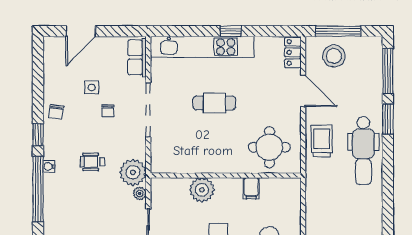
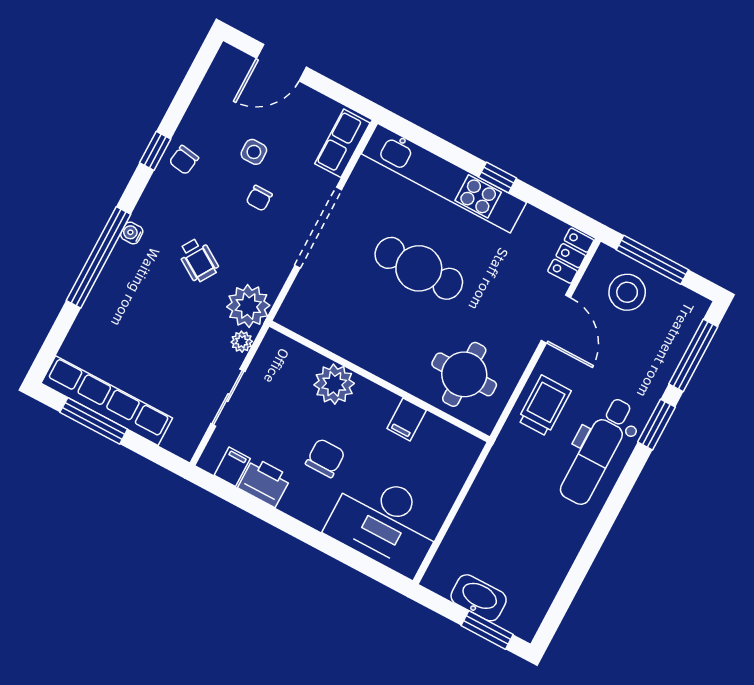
cafe table: (214, 103) -> (419, 268), width x1.37, depth x1.35
window: (38, 135) -> (155, 151), moved
wheelchair: (93, 162) -> (198, 260), turned -148

